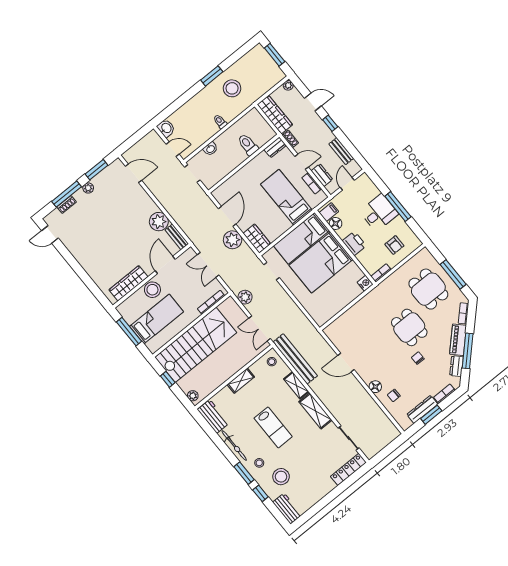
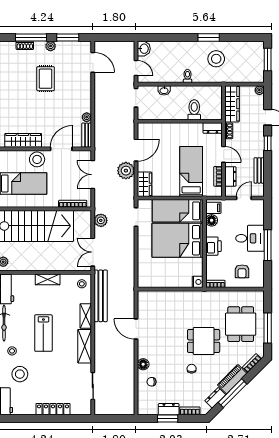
rug: (106, 218) -> (46, 79), added
plant: (159, 222) -> (87, 117), width x0.53, depth x0.53
dining table: (409, 327) -> (204, 341), turned 90
dresser: (422, 409) -> (169, 409), width x0.70
locker: (348, 469) -> (53, 409), moved

